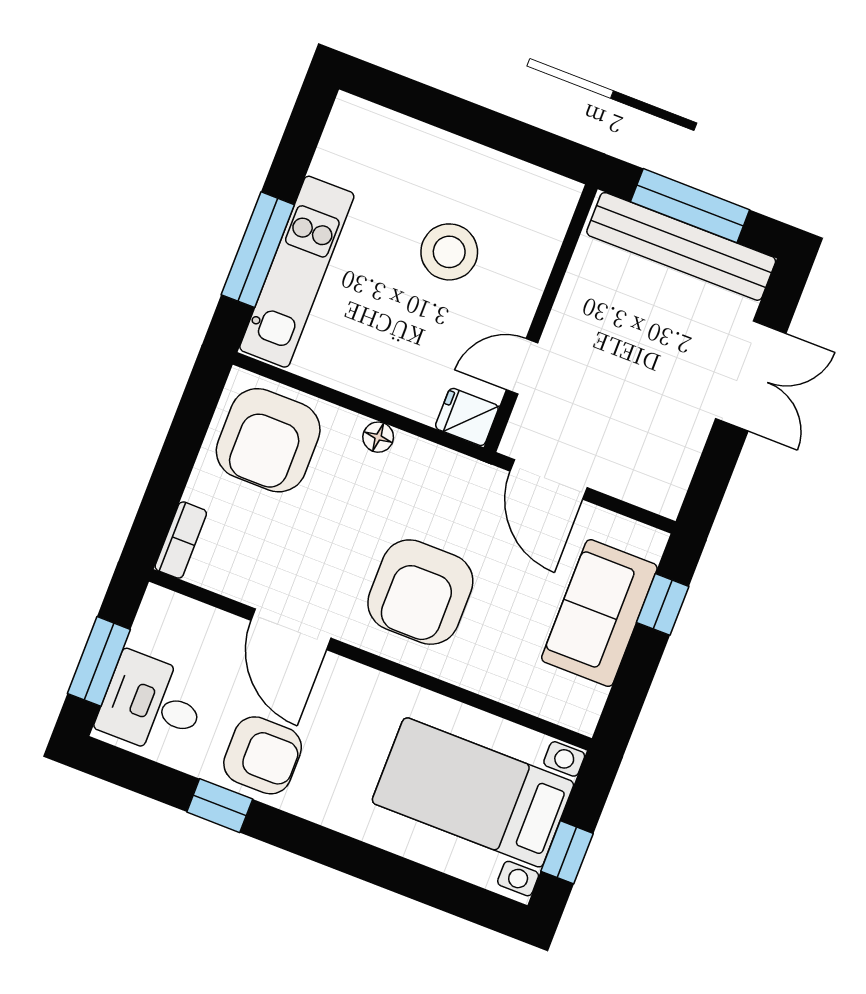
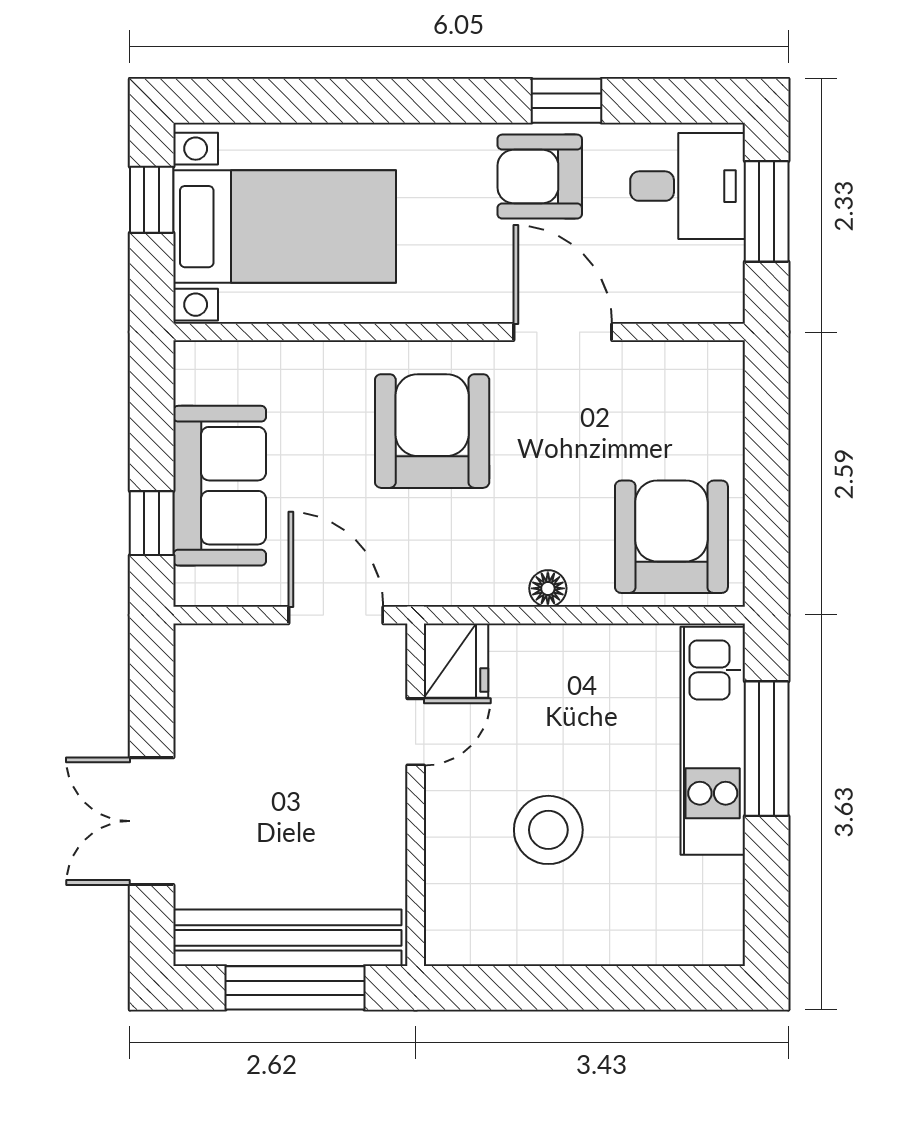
fridge: (467, 417) -> (456, 661), width x1.38
bookcase: (181, 540) -> (727, 385), removed

